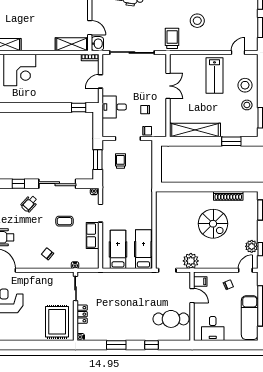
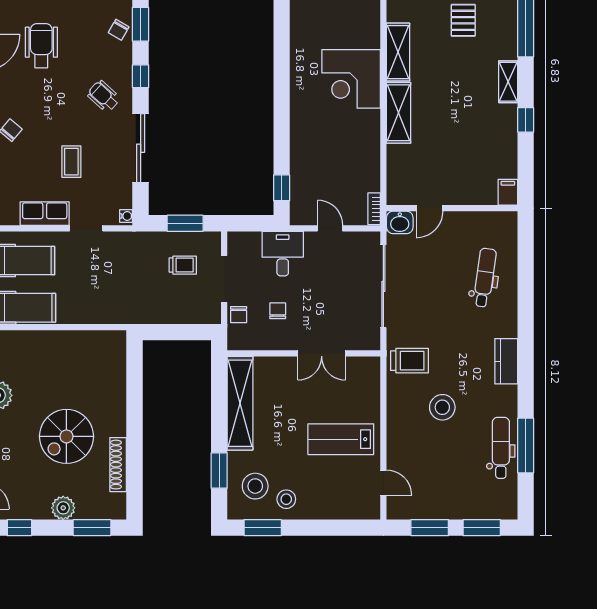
shelving: (72, 44) -> (399, 113), moved
stool: (245, 85) -> (255, 486), moved
plant: (252, 246) -> (63, 508), moved

